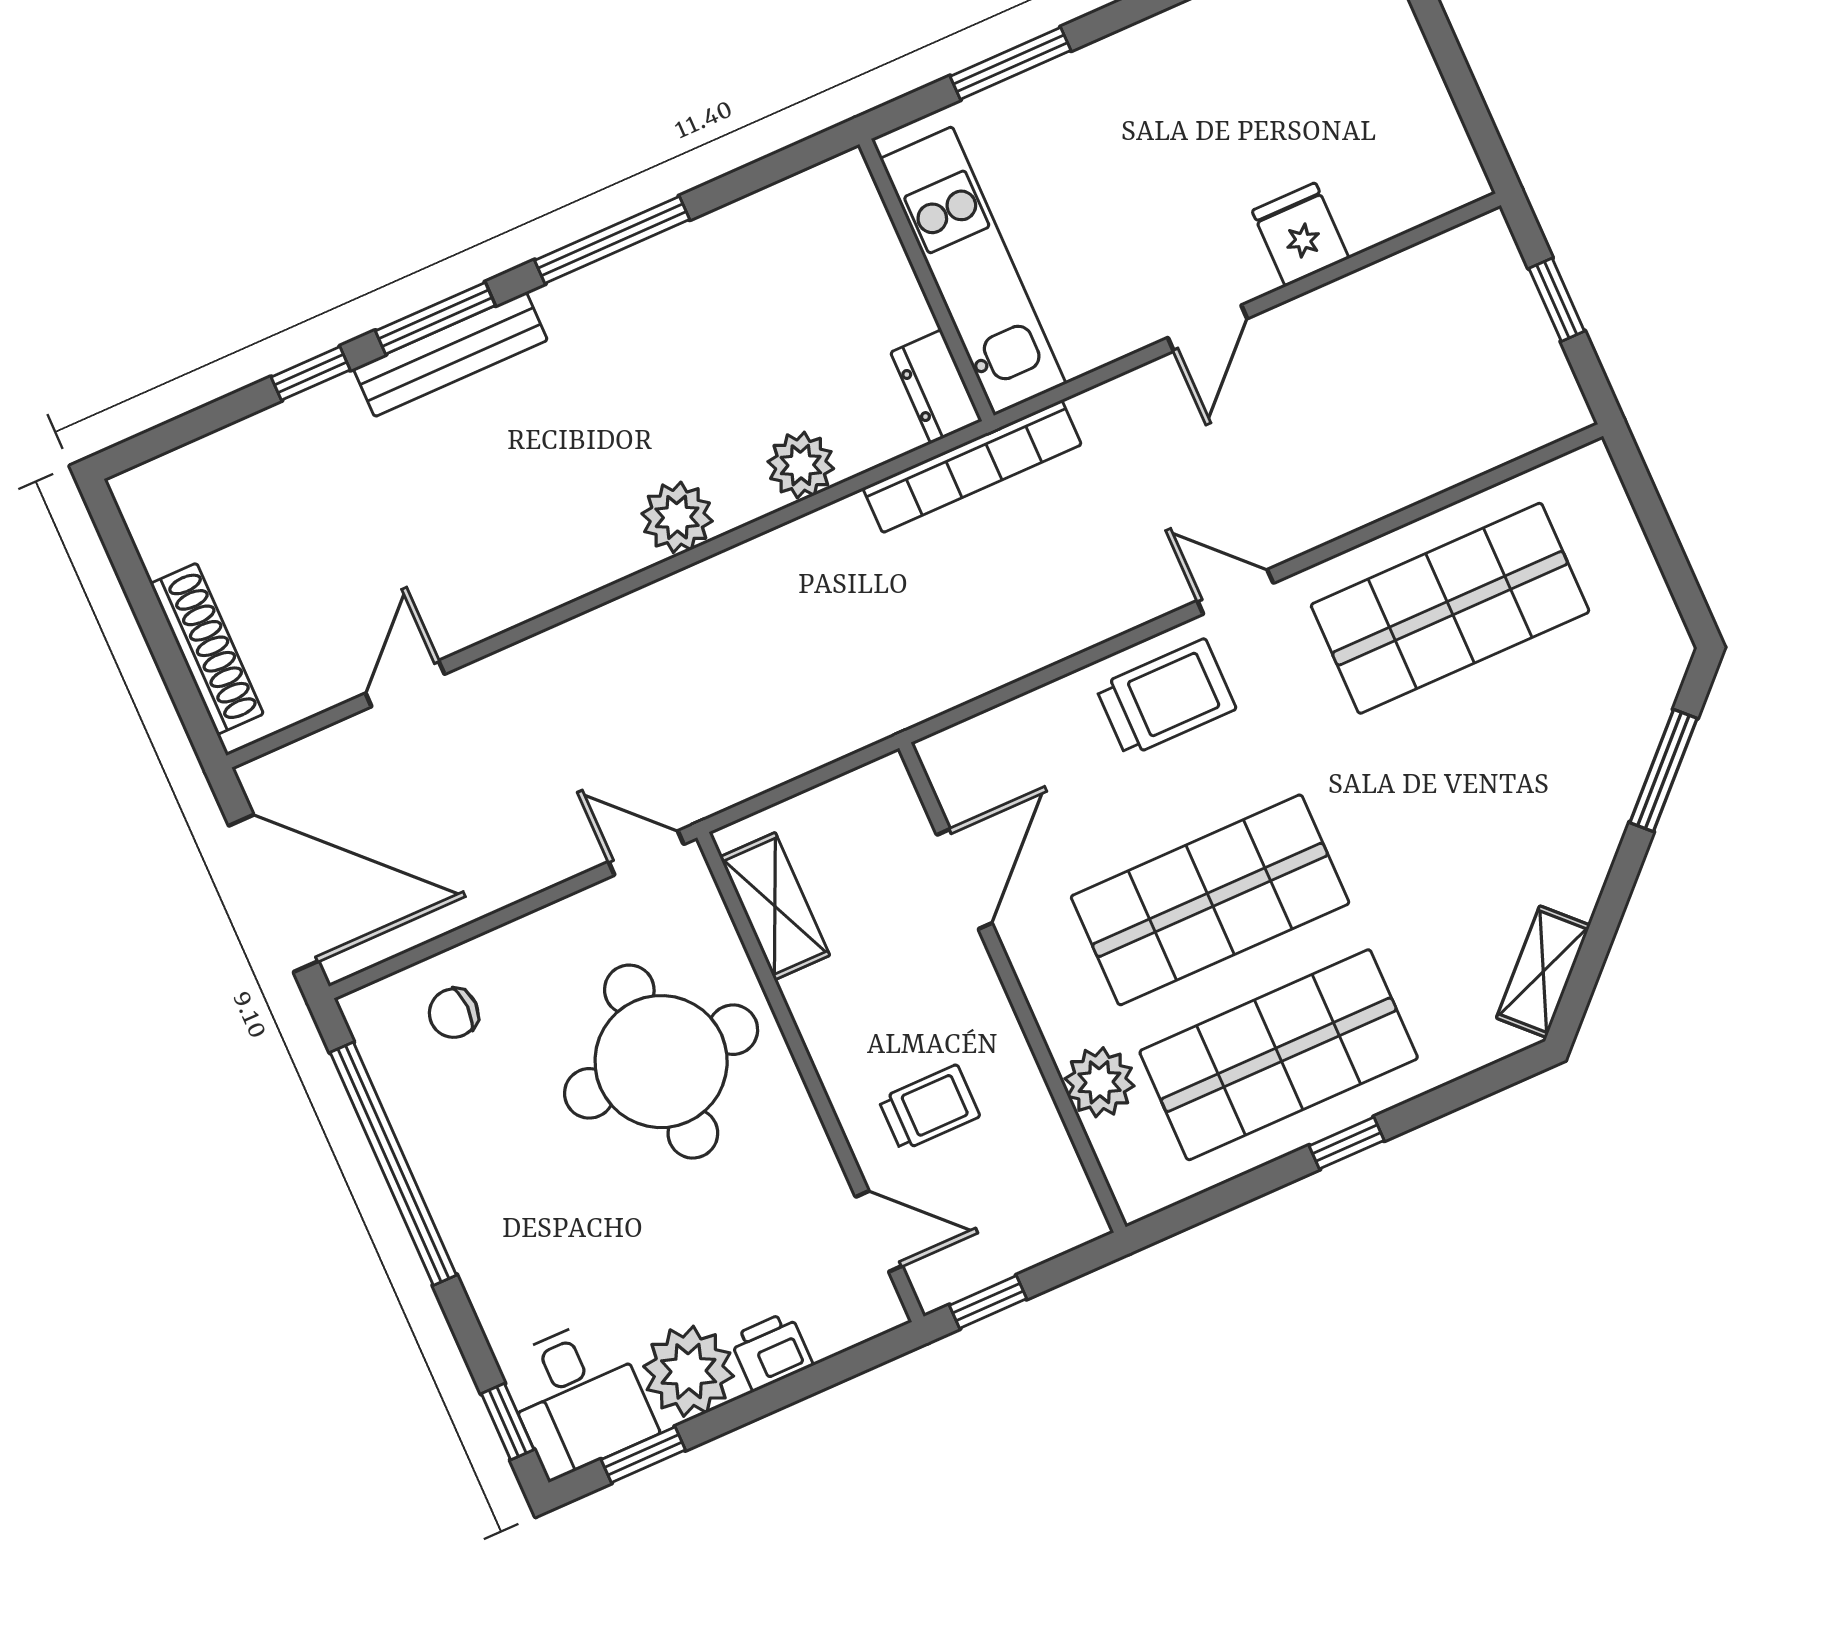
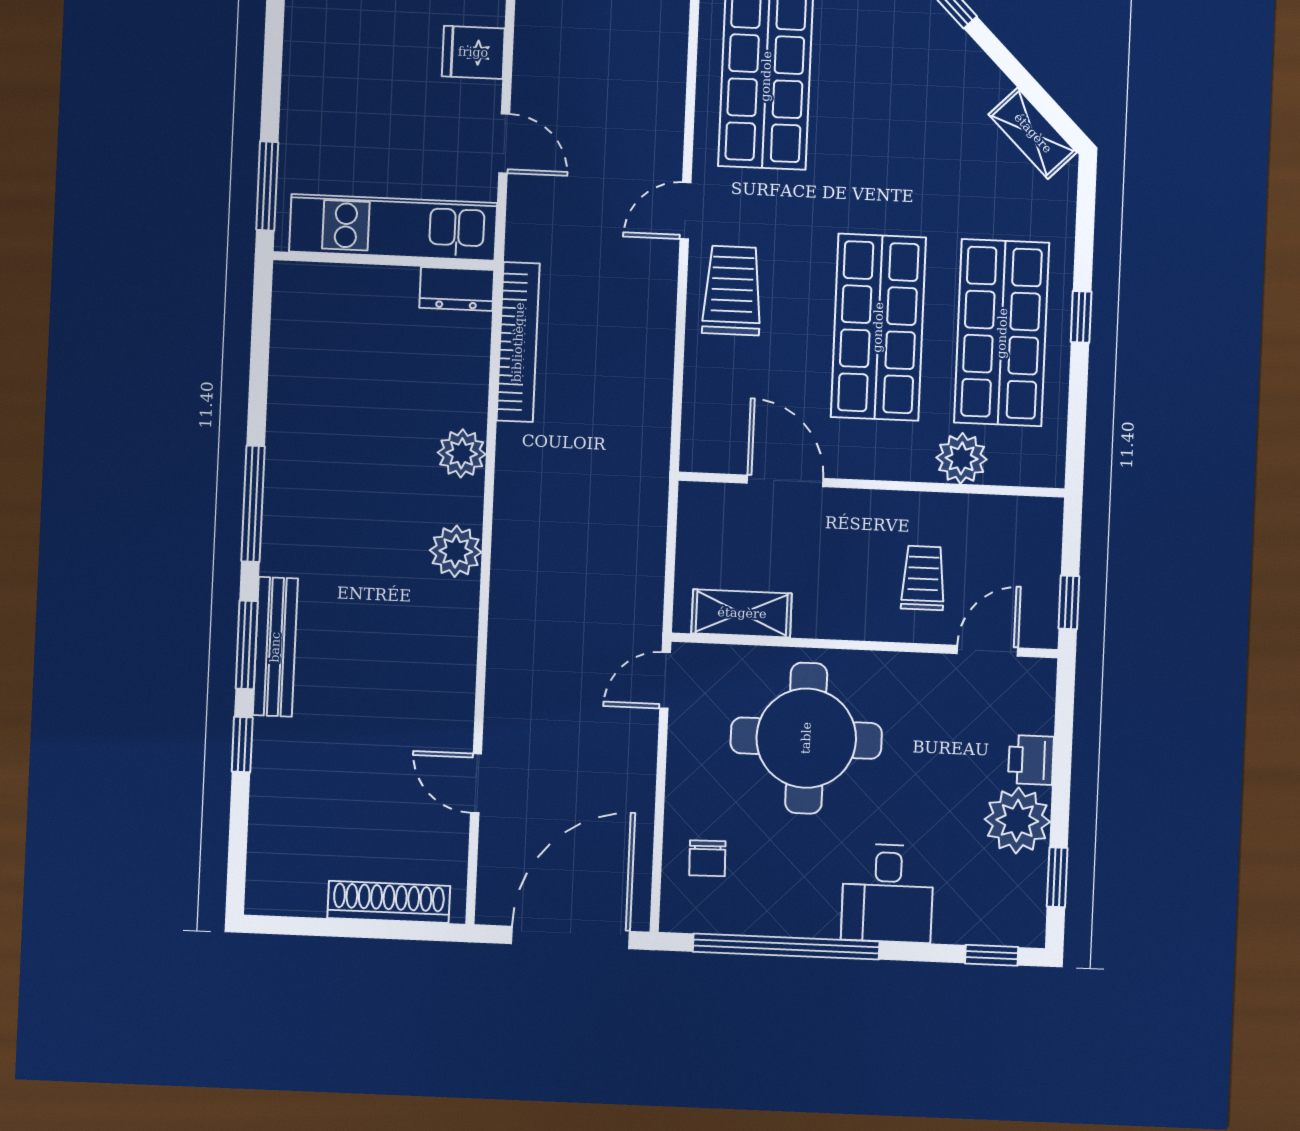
kitchen unit: (973, 271) -> (393, 227), moved
wall: (927, 280) -> (384, 261), moved
dresser: (936, 387) -> (457, 289), moved
desk: (578, 1398) -> (888, 893), moved, turned 90

